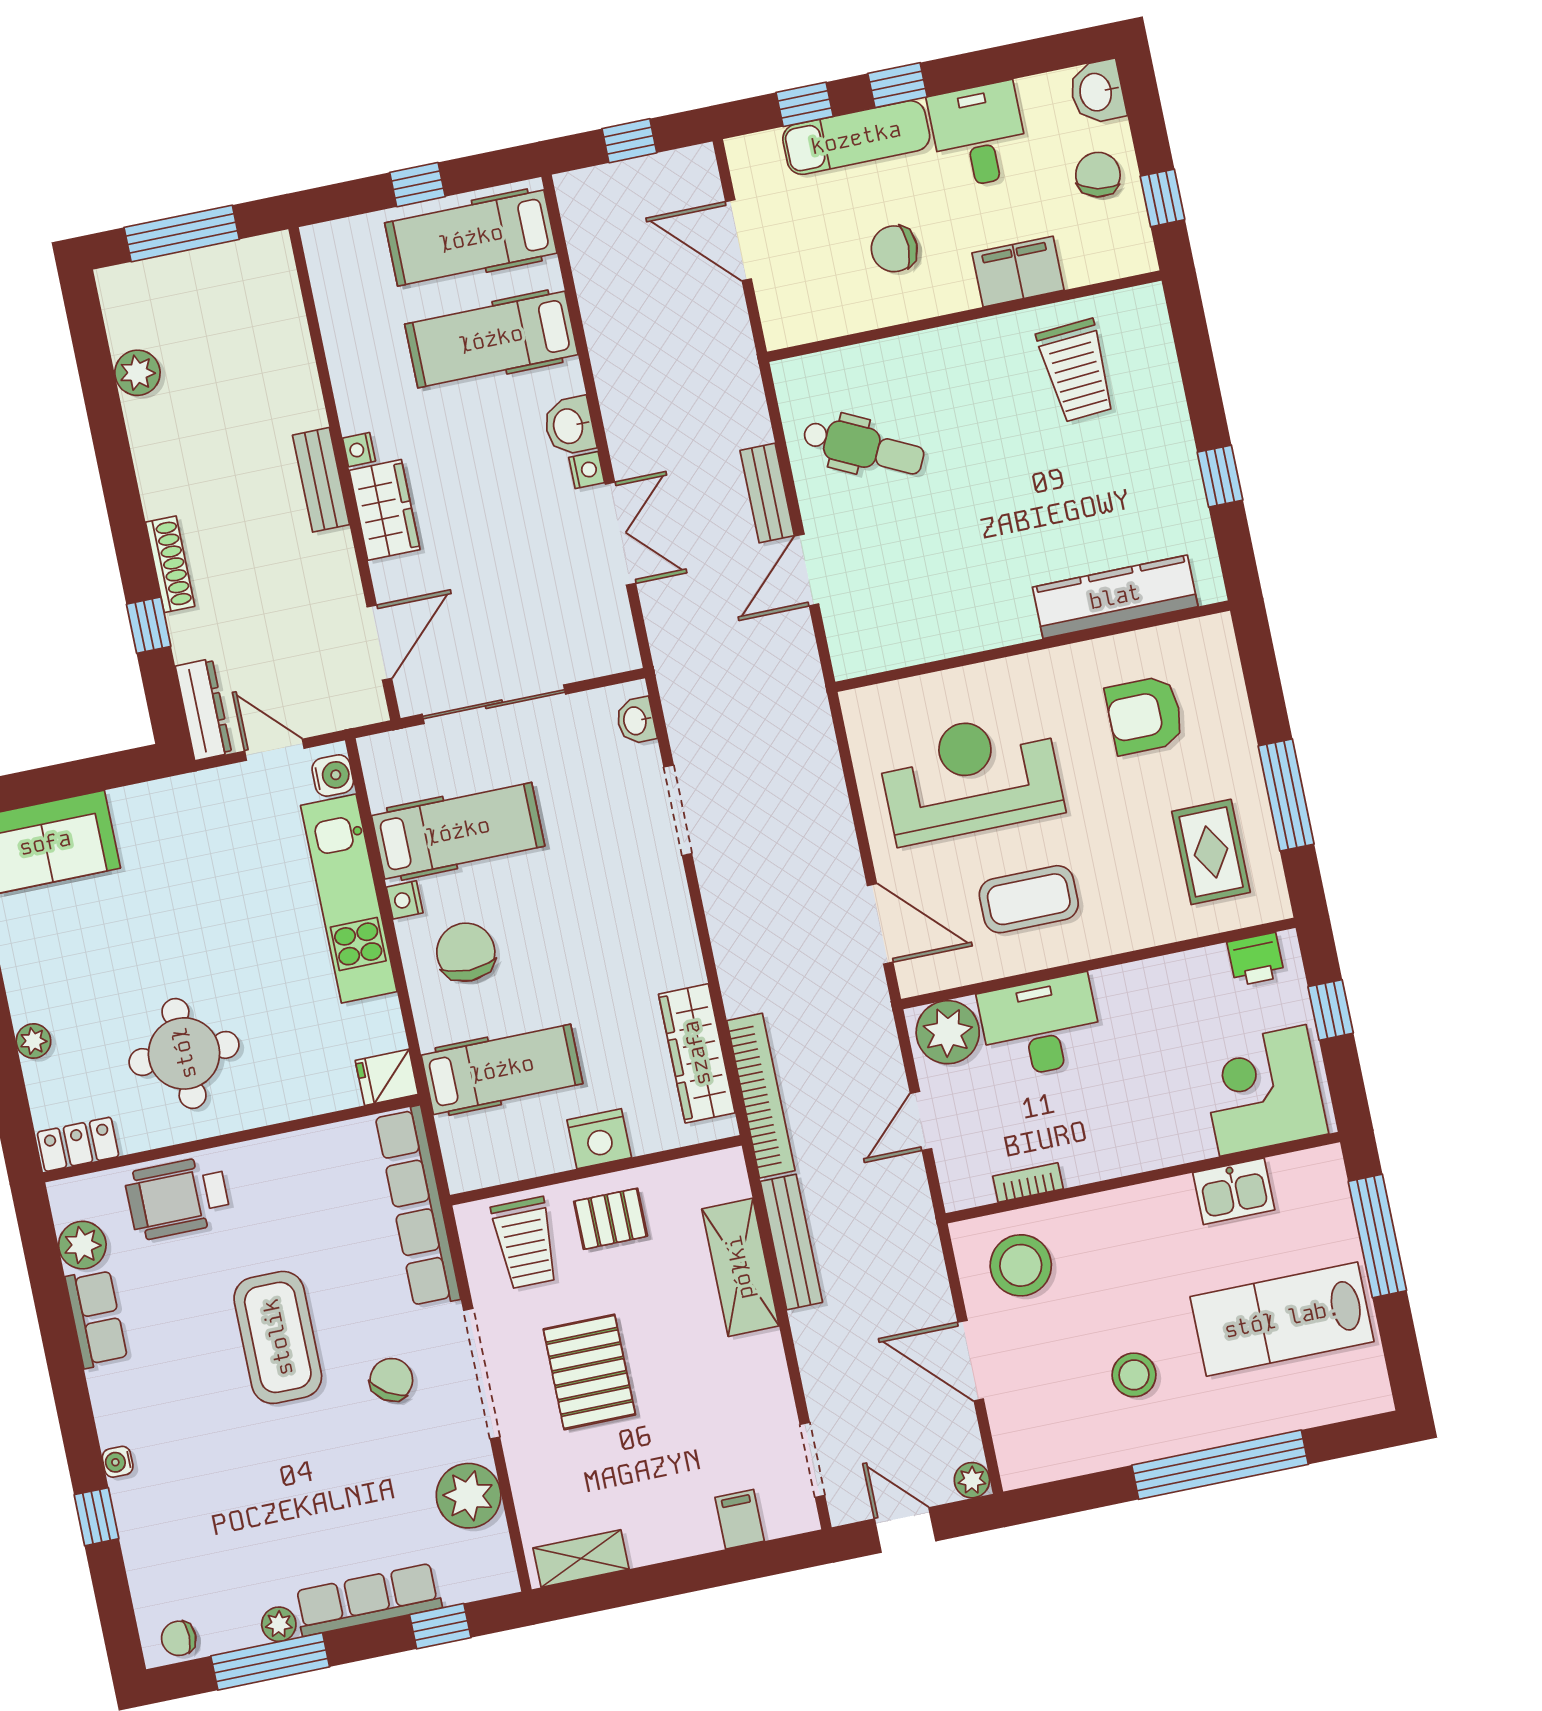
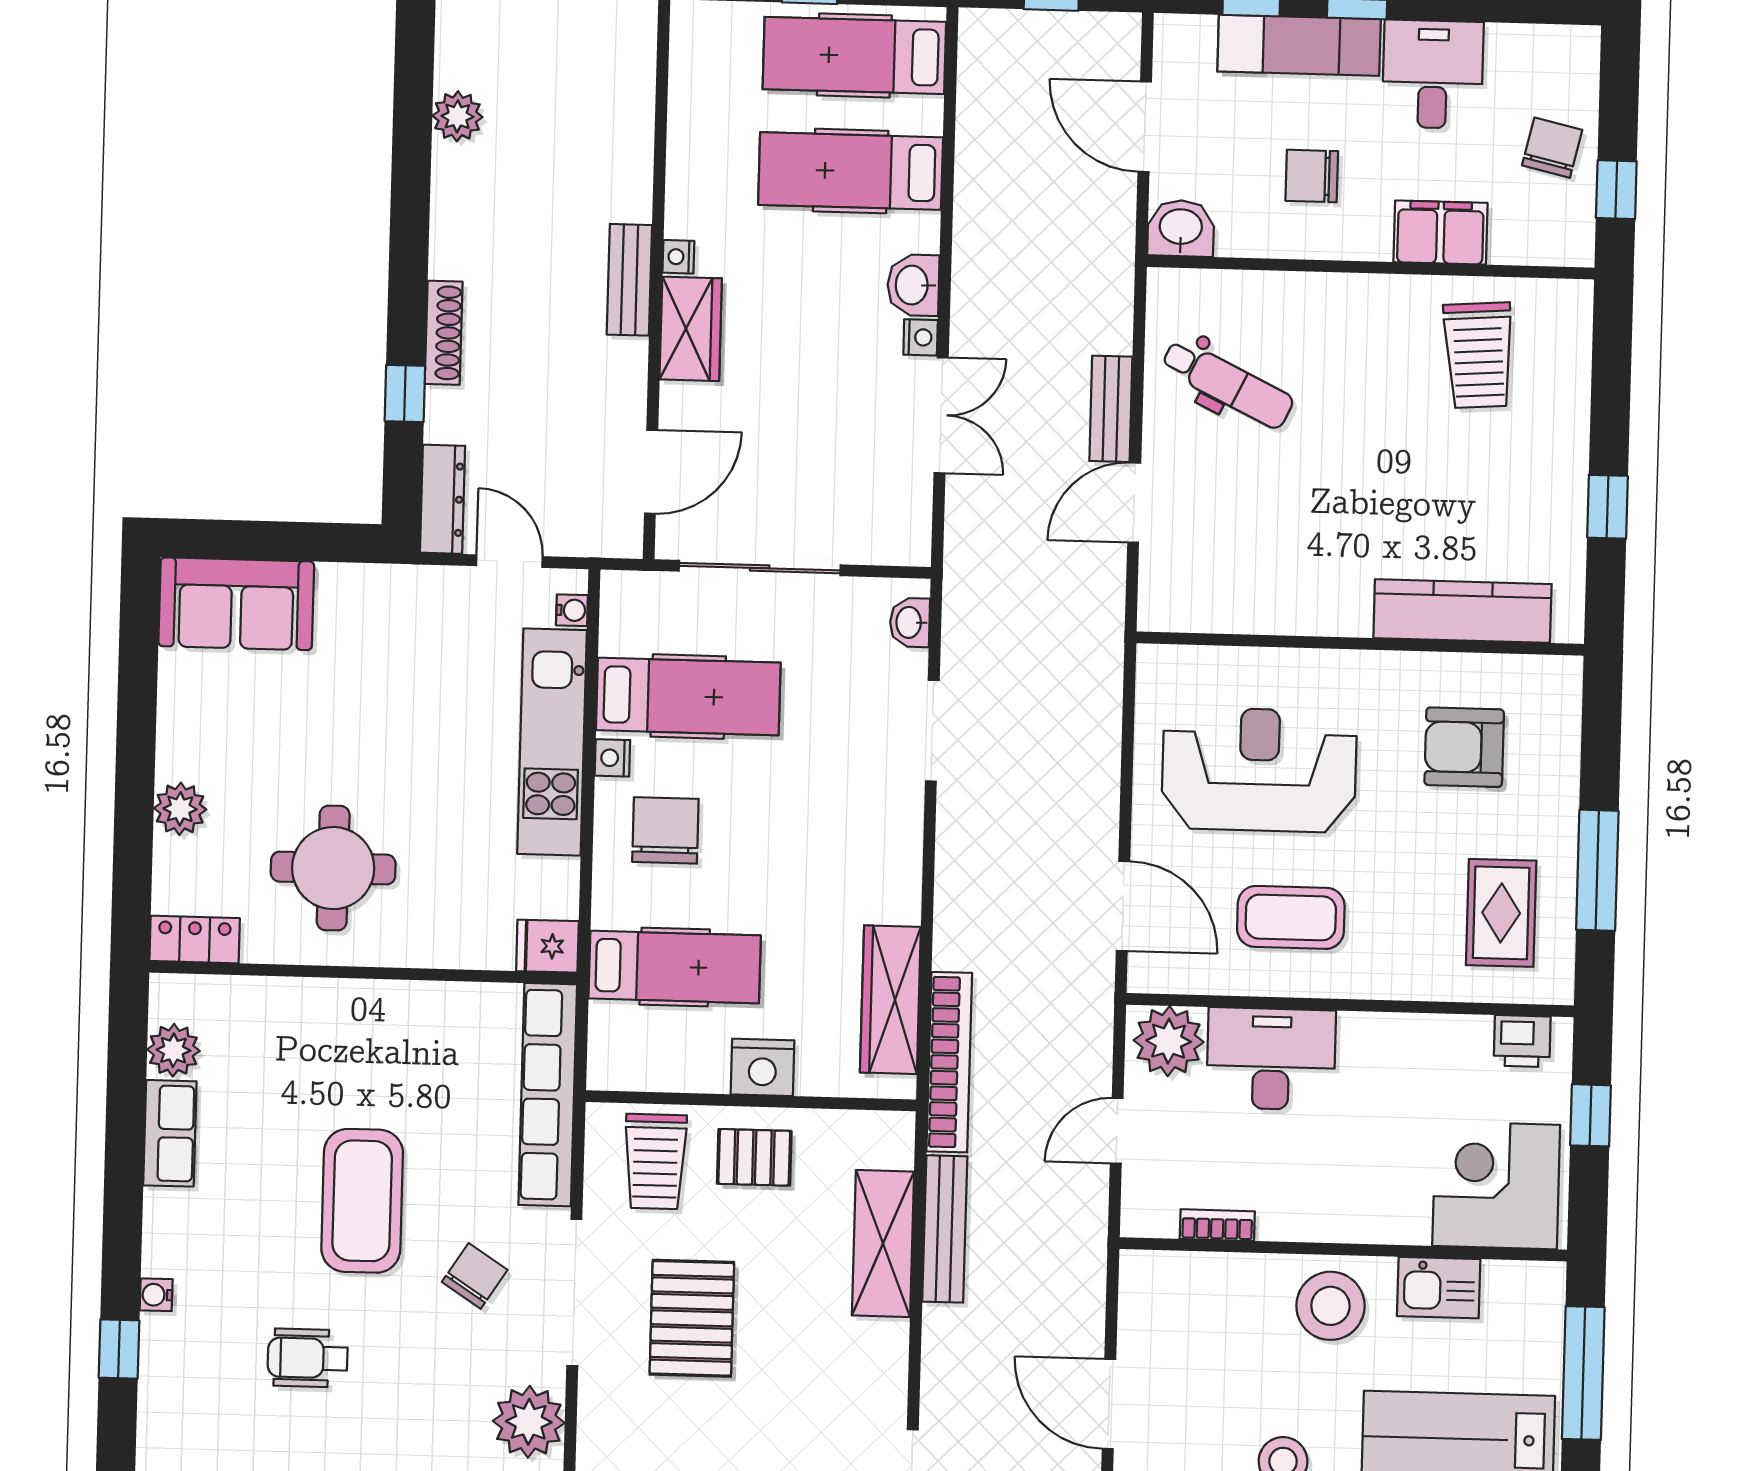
washbasin: (1097, 92) -> (1181, 228), moved, turned 90
water cooler: (333, 775) -> (572, 610), width x0.72, depth x0.72
plant: (33, 1041) -> (180, 809), width x1.38, depth x1.38
wheelchair: (178, 1198) -> (308, 1358), moved, width x0.73, depth x0.73
stool: (1021, 1265) -> (1330, 1306), moved

